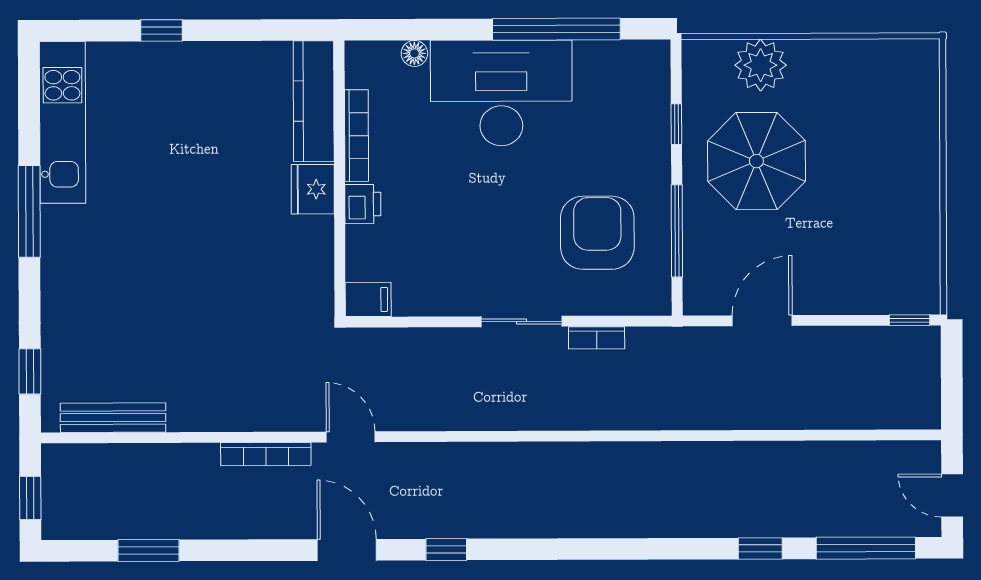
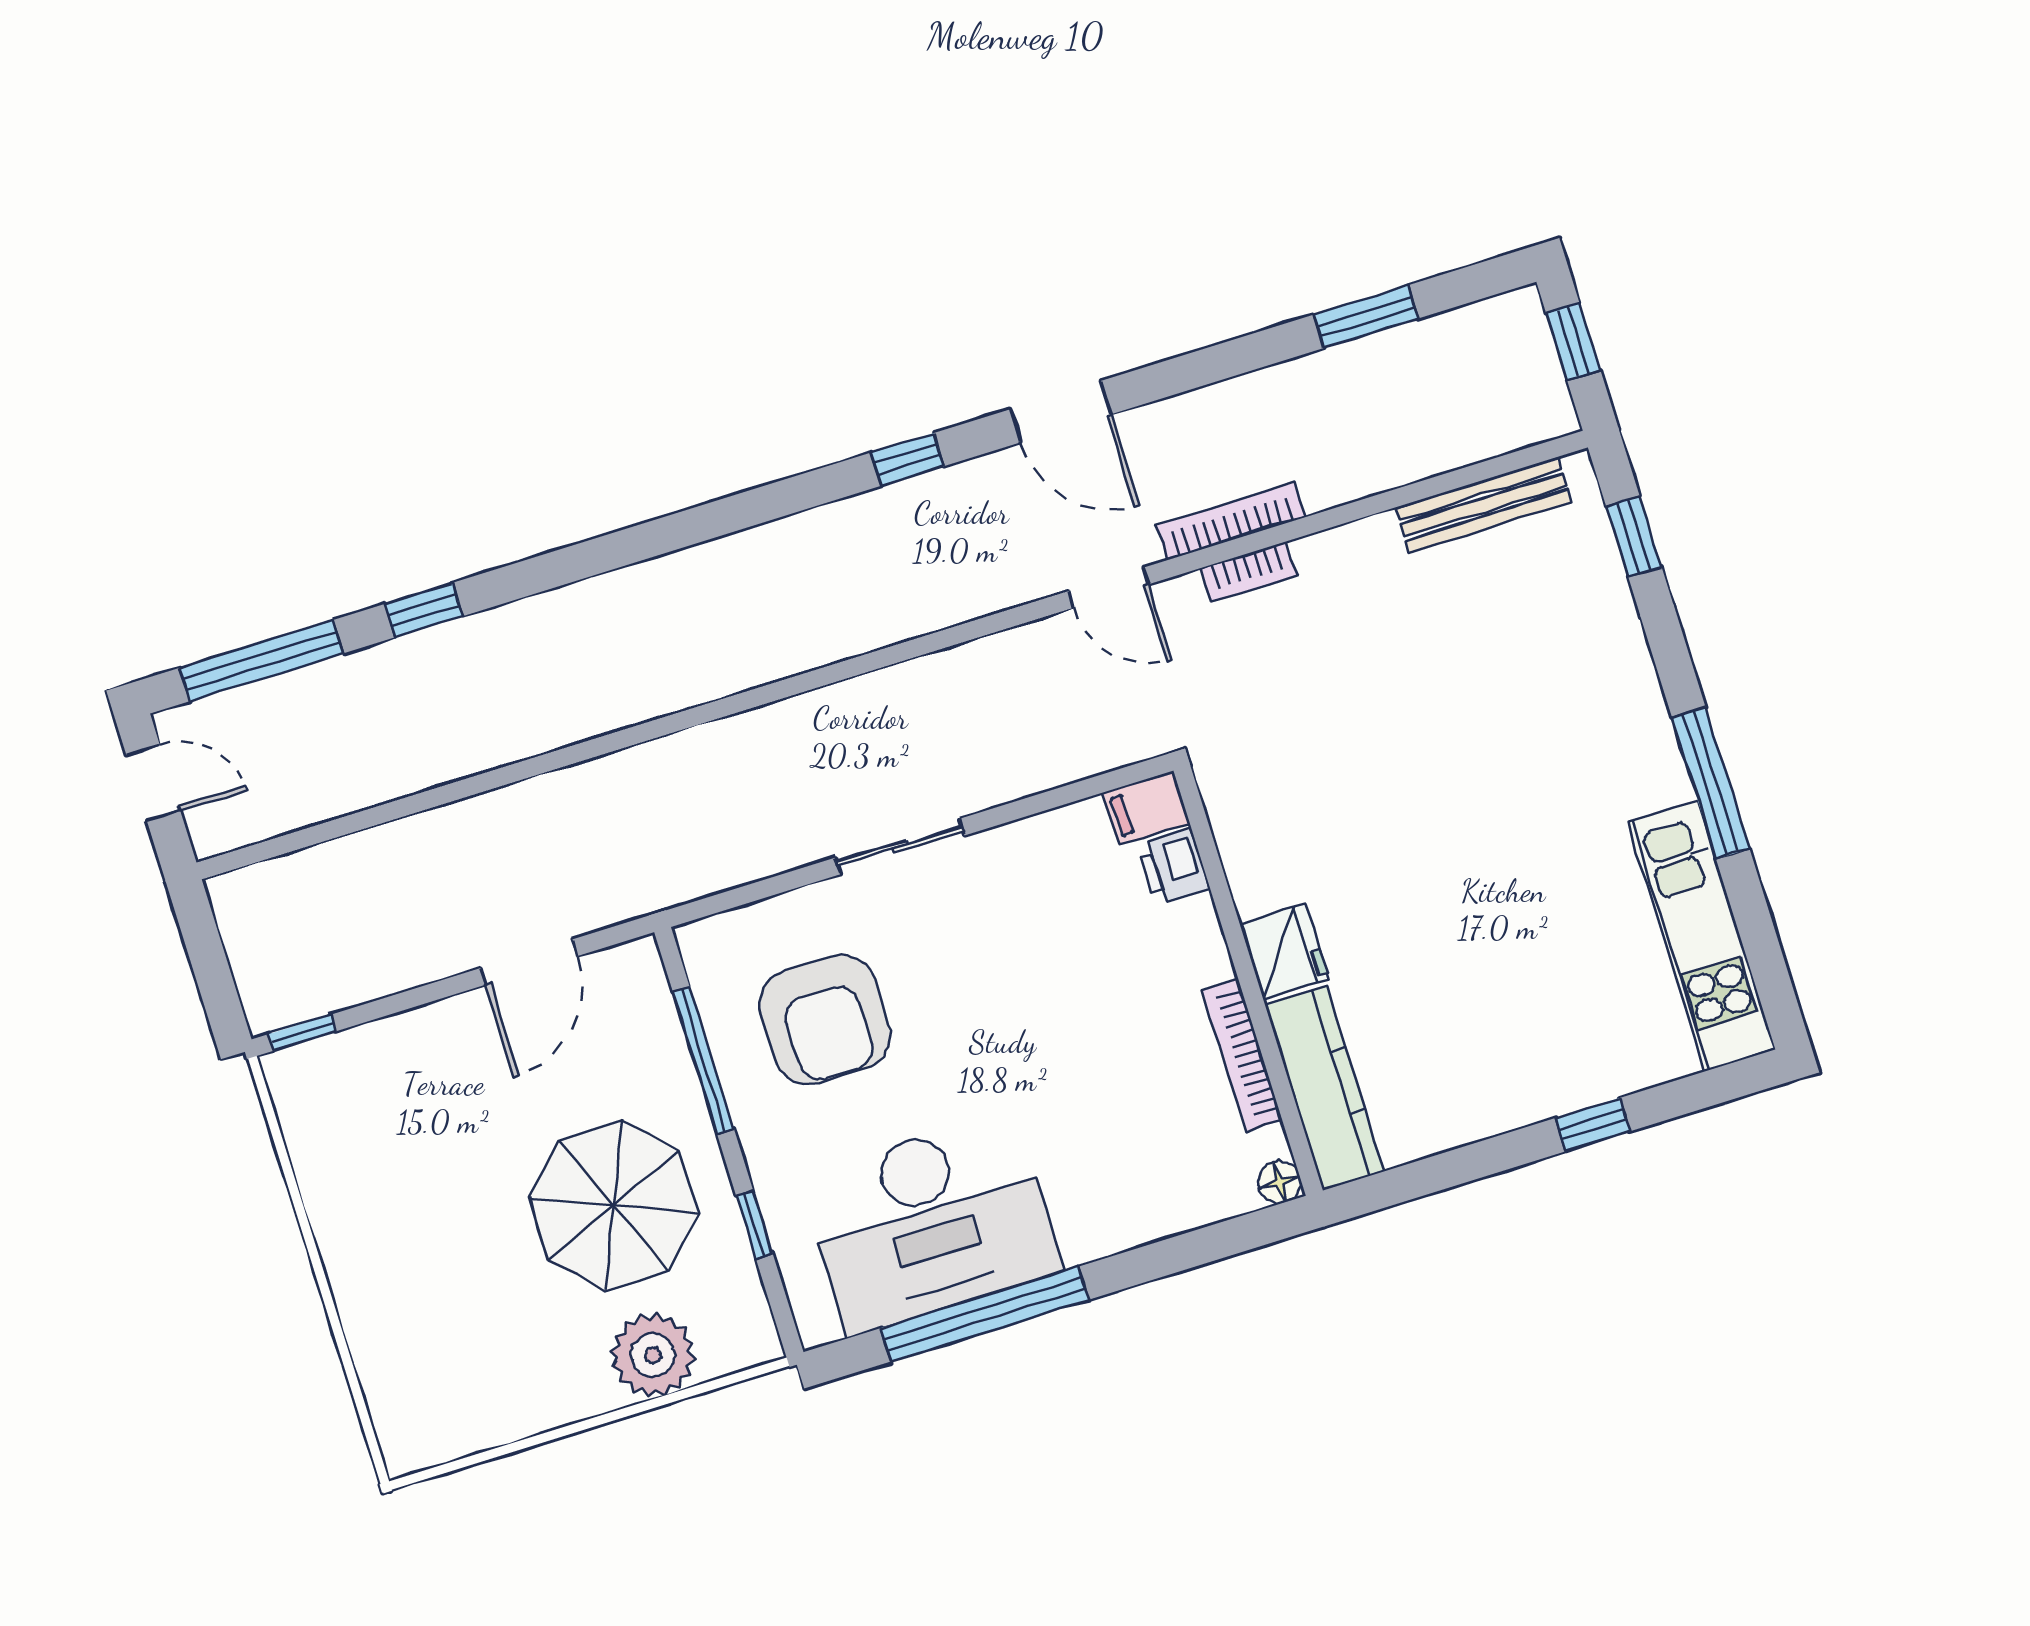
floor lamp: (414, 53) -> (1280, 1182), moved
desk: (501, 93) -> (931, 1223), moved
printer: (363, 204) -> (1173, 867), moved
bookcase: (597, 338) -> (1249, 572), moved, turned 180

